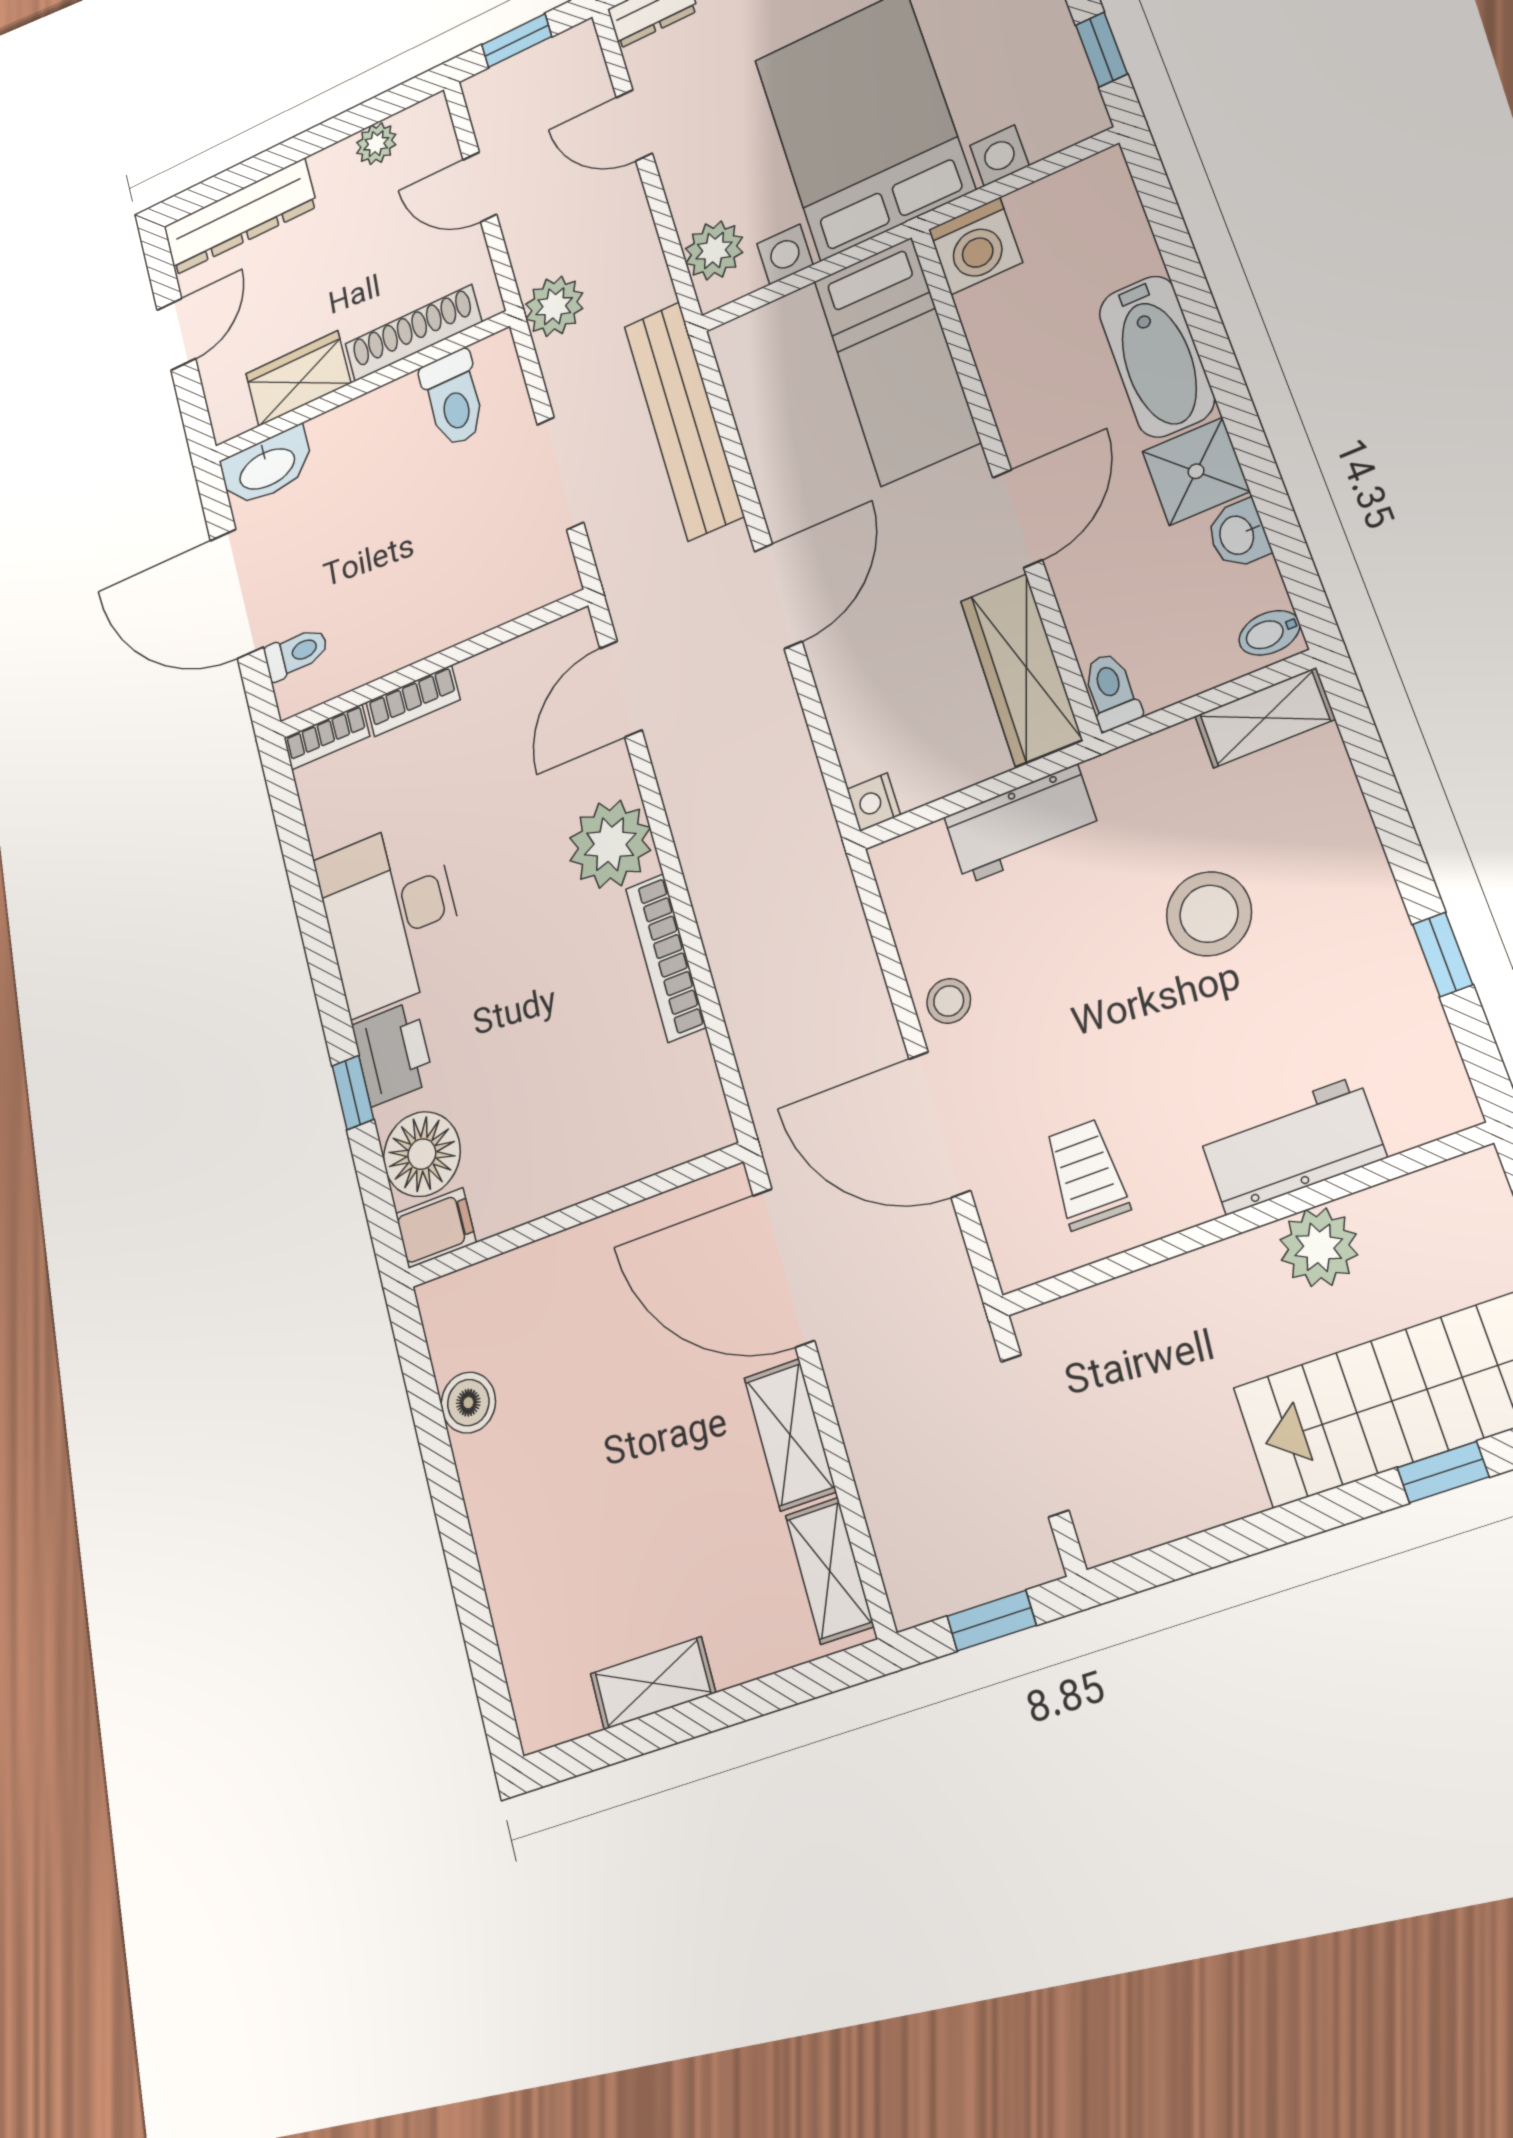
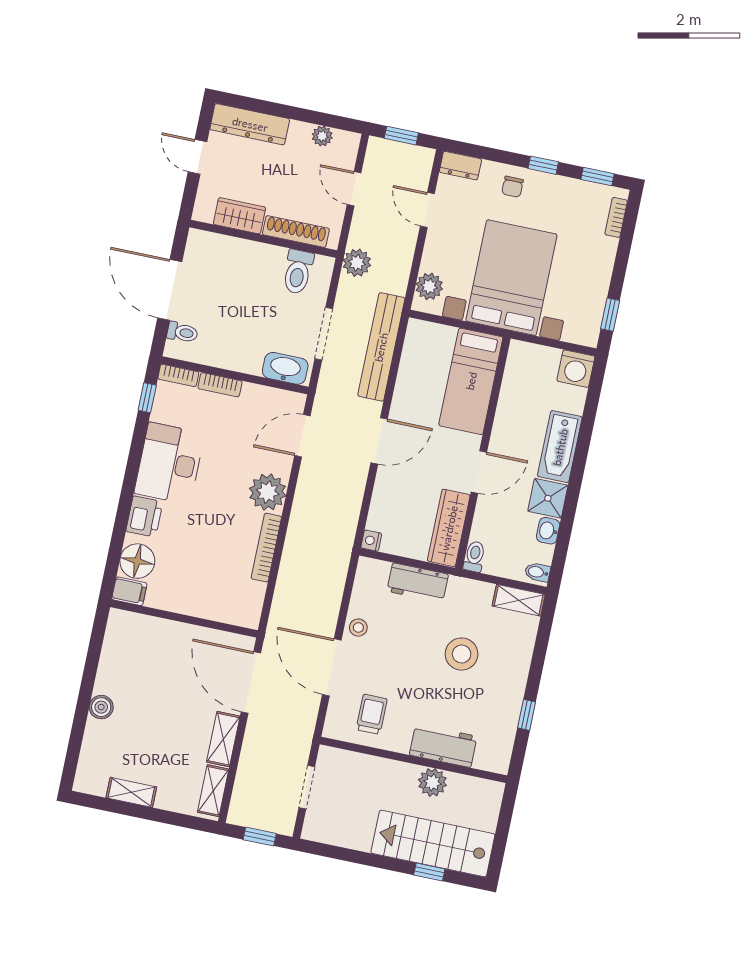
washing machine: (975, 246) -> (576, 369), moved
door: (176, 334) -> (198, 157), swing flipped
washbasin: (267, 467) -> (285, 368), moved, turned 180
window: (353, 1093) -> (147, 398), moved
boiler: (468, 1403) -> (101, 707), moved
doorway: (1035, 1435) -> (307, 787), width x0.73

